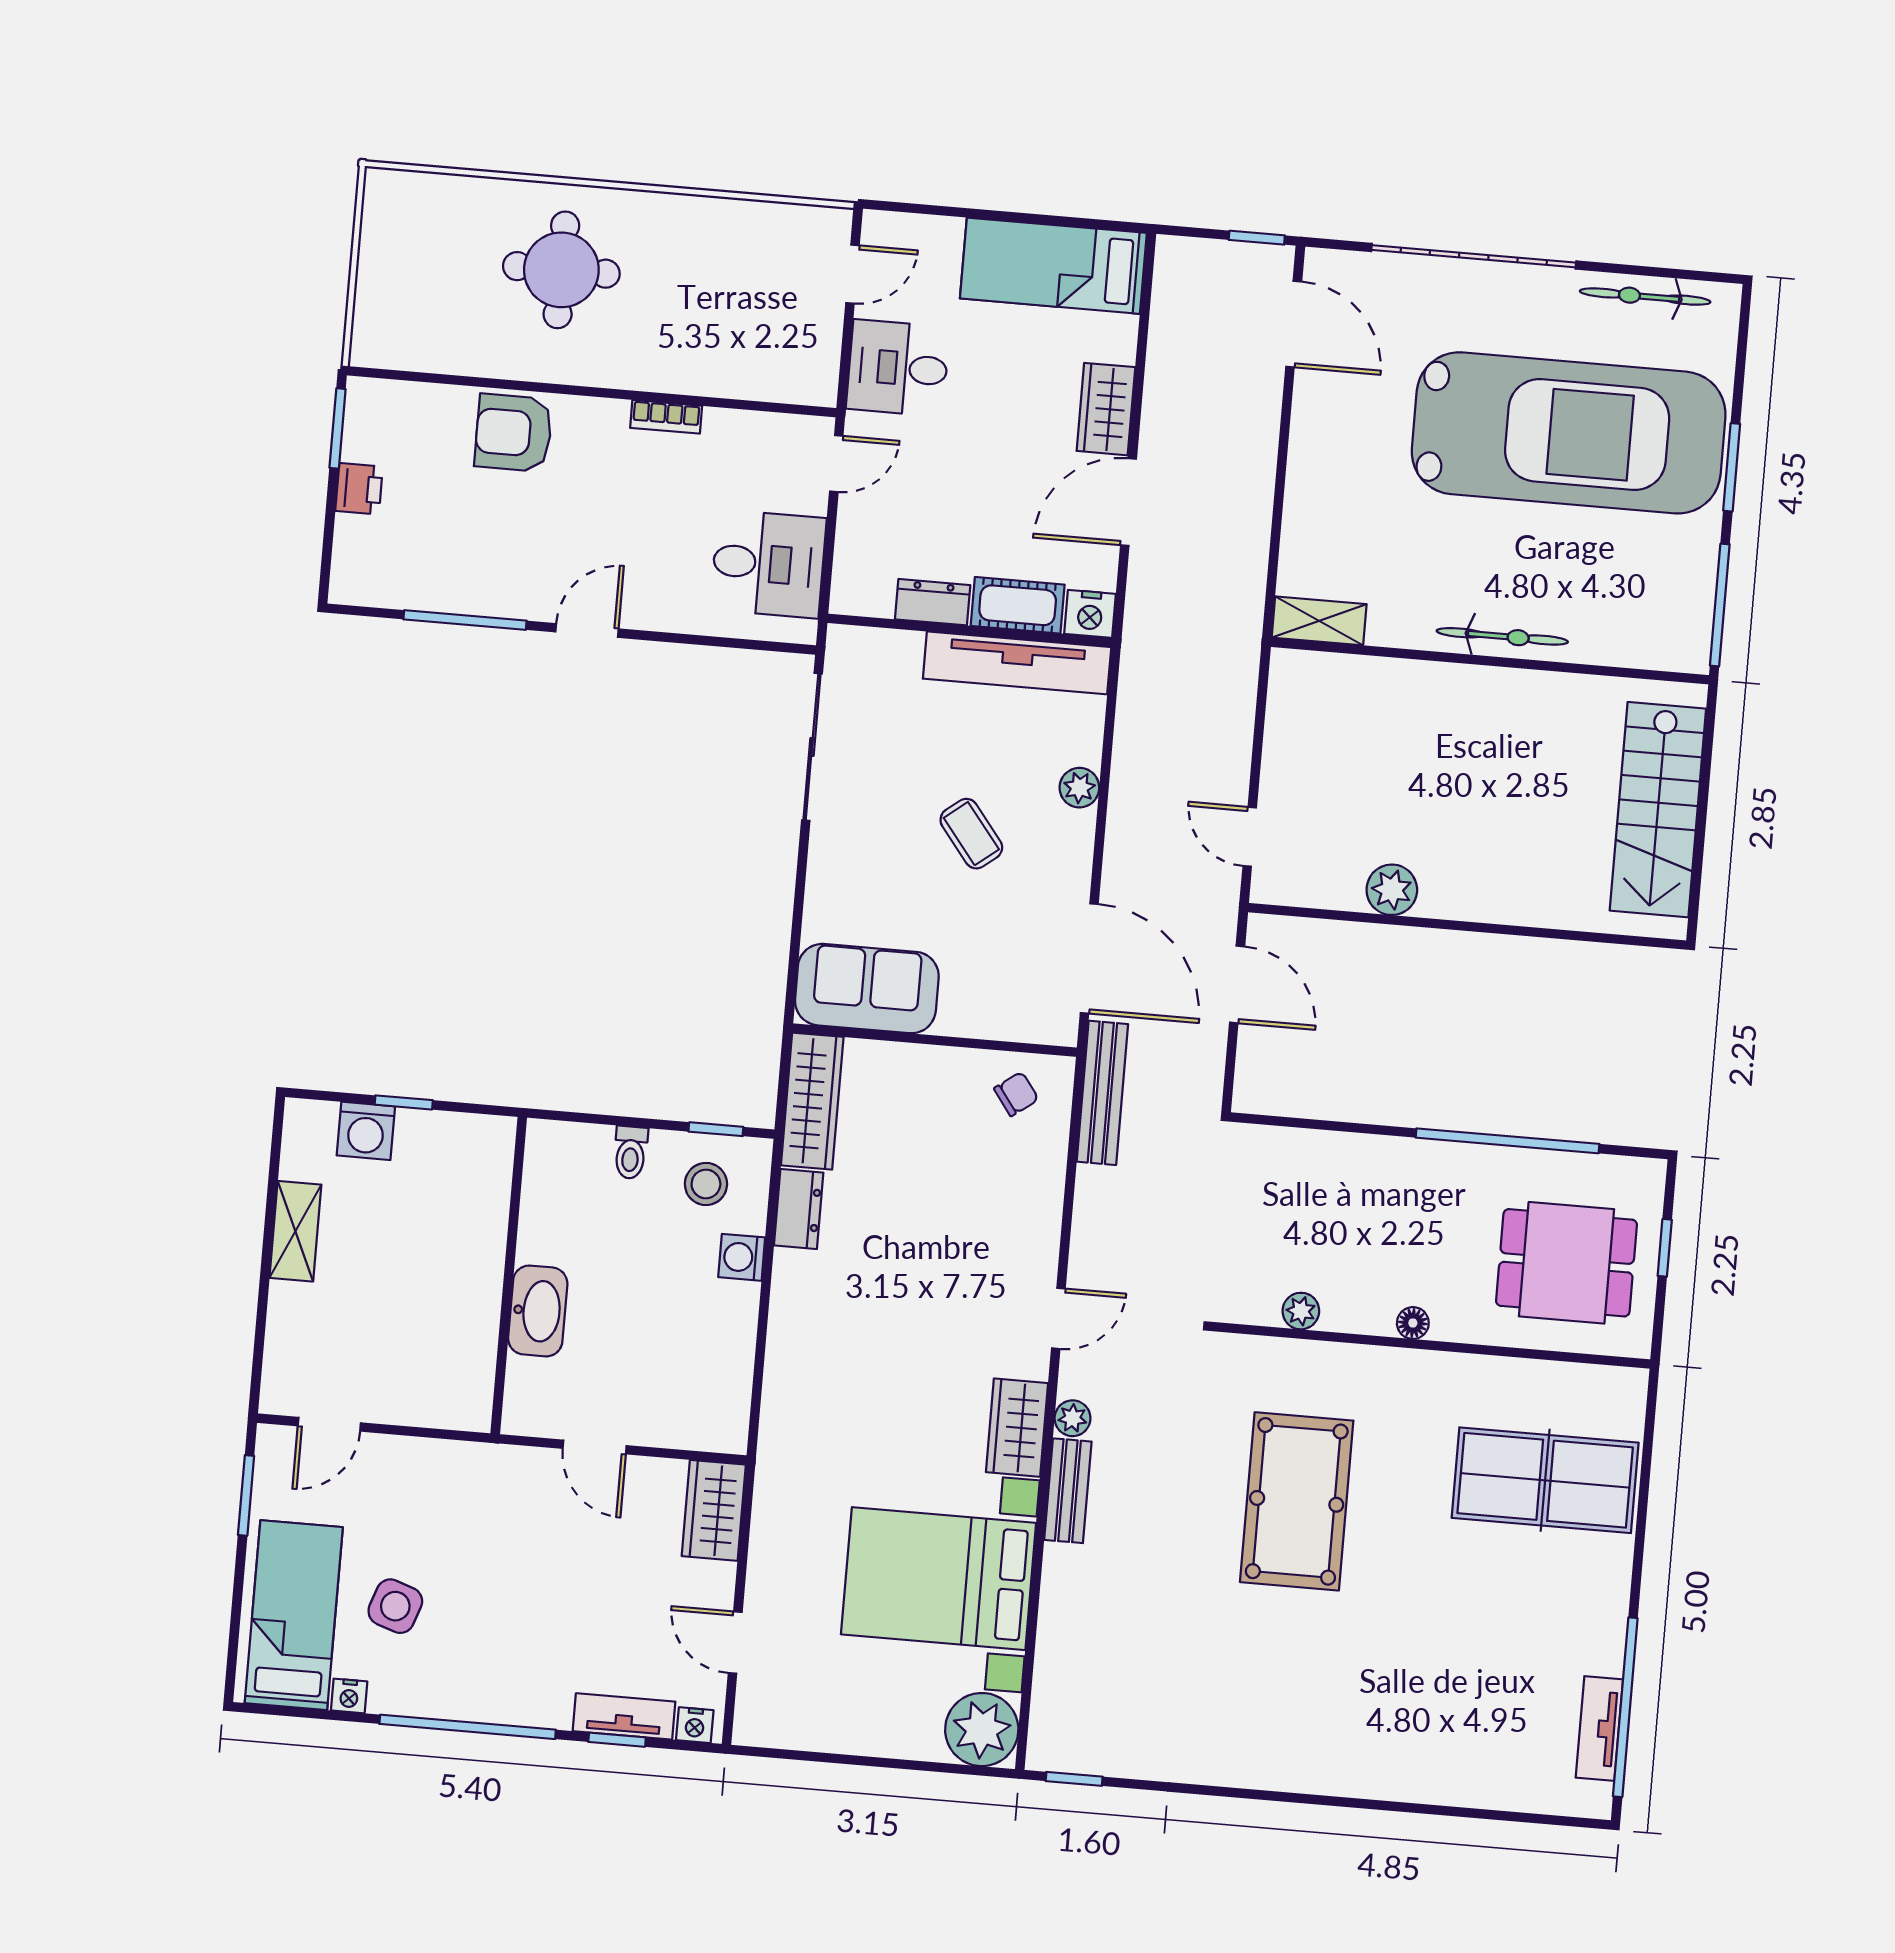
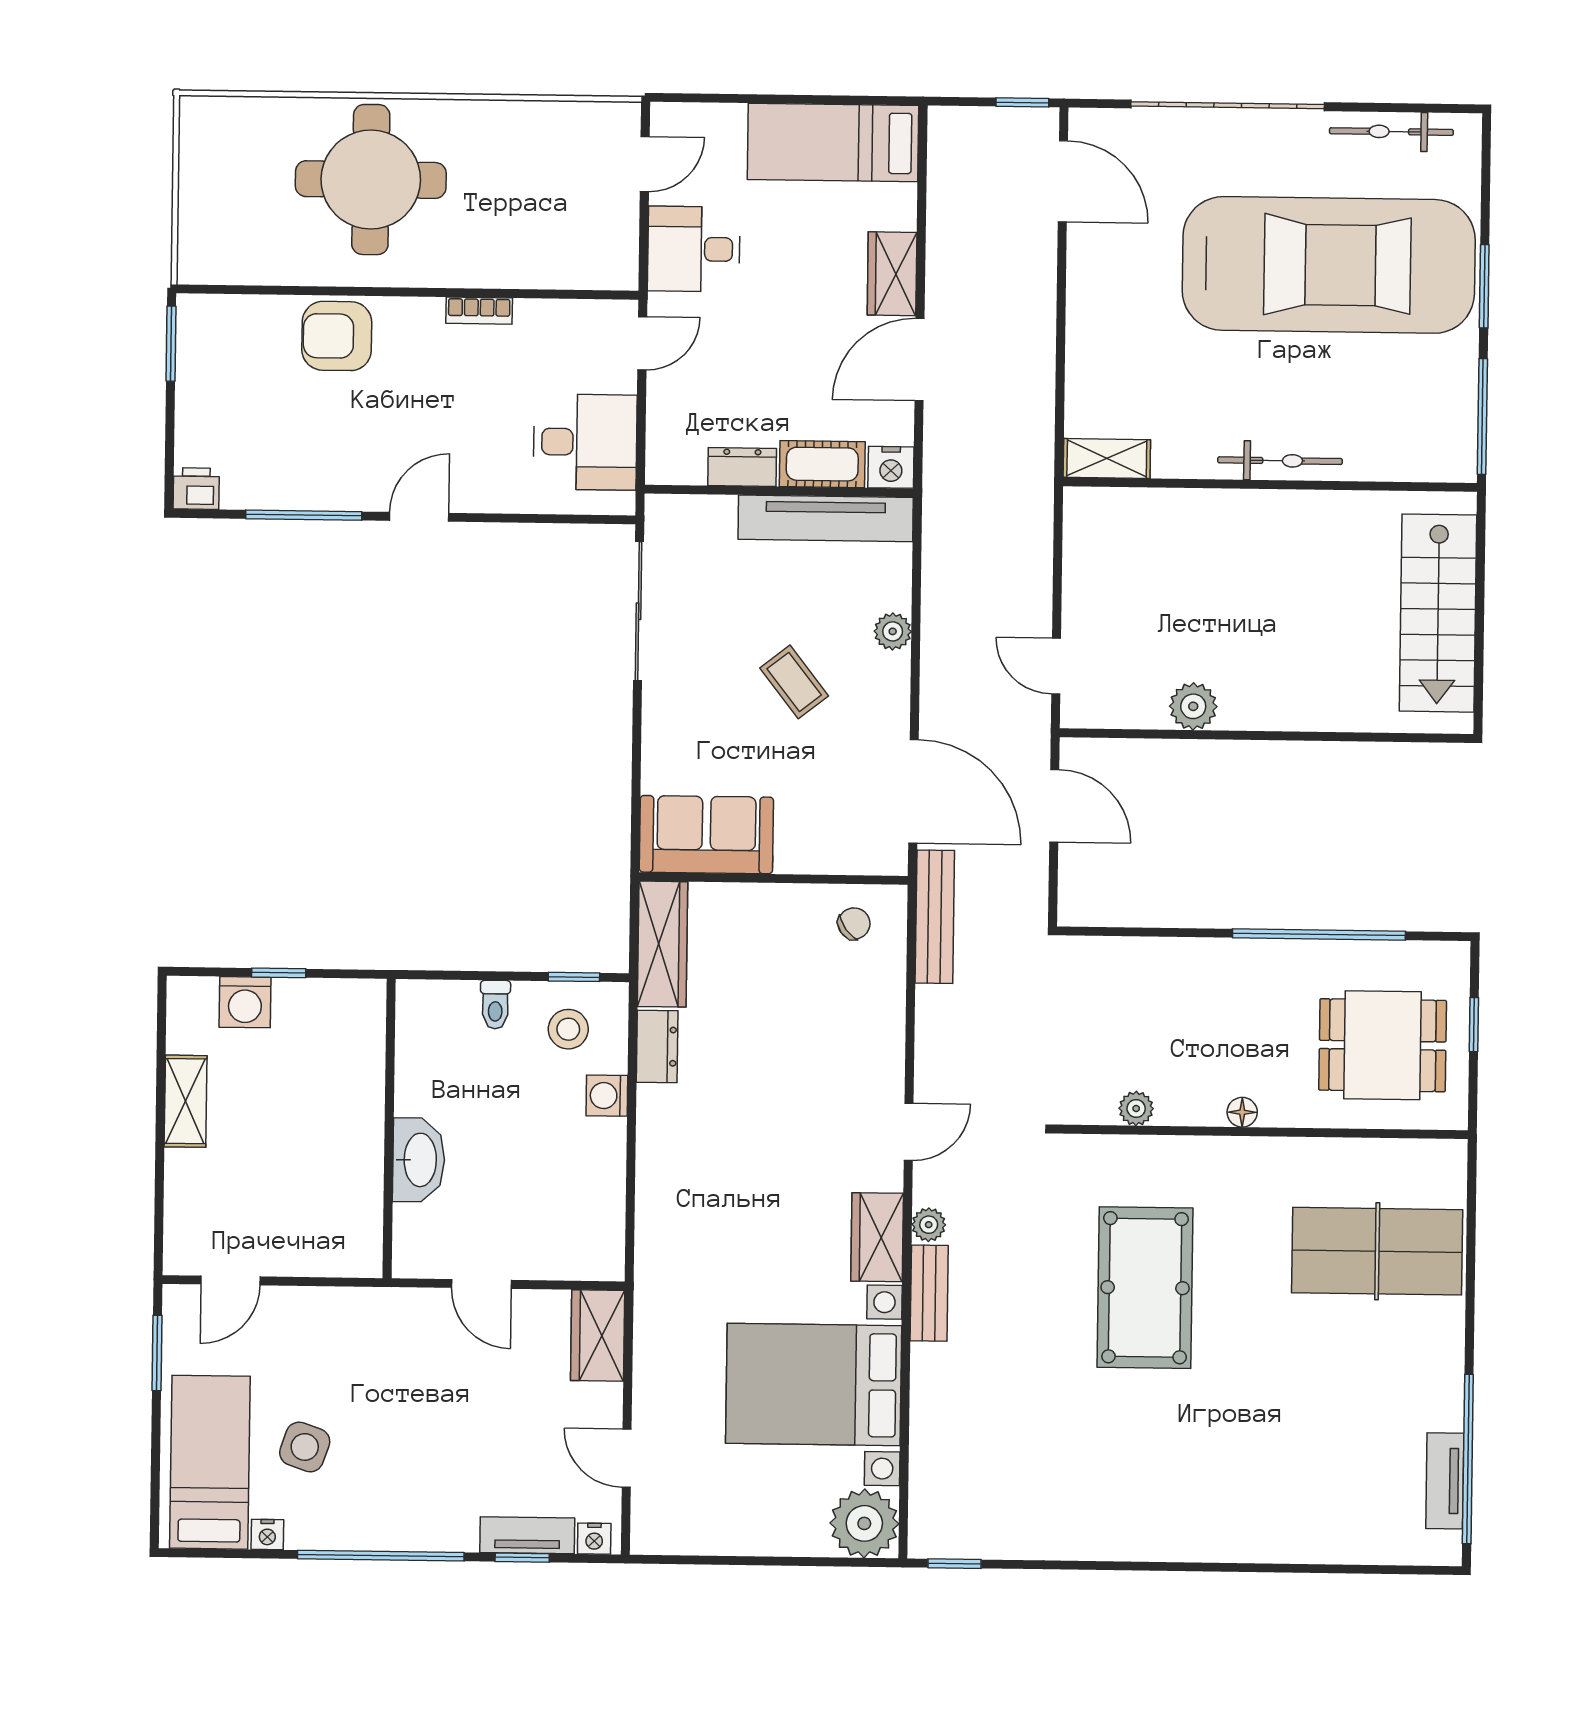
round table: (561, 270) -> (371, 180), width x1.36, depth x1.36
printer: (359, 489) -> (196, 489), moved, turned -90

